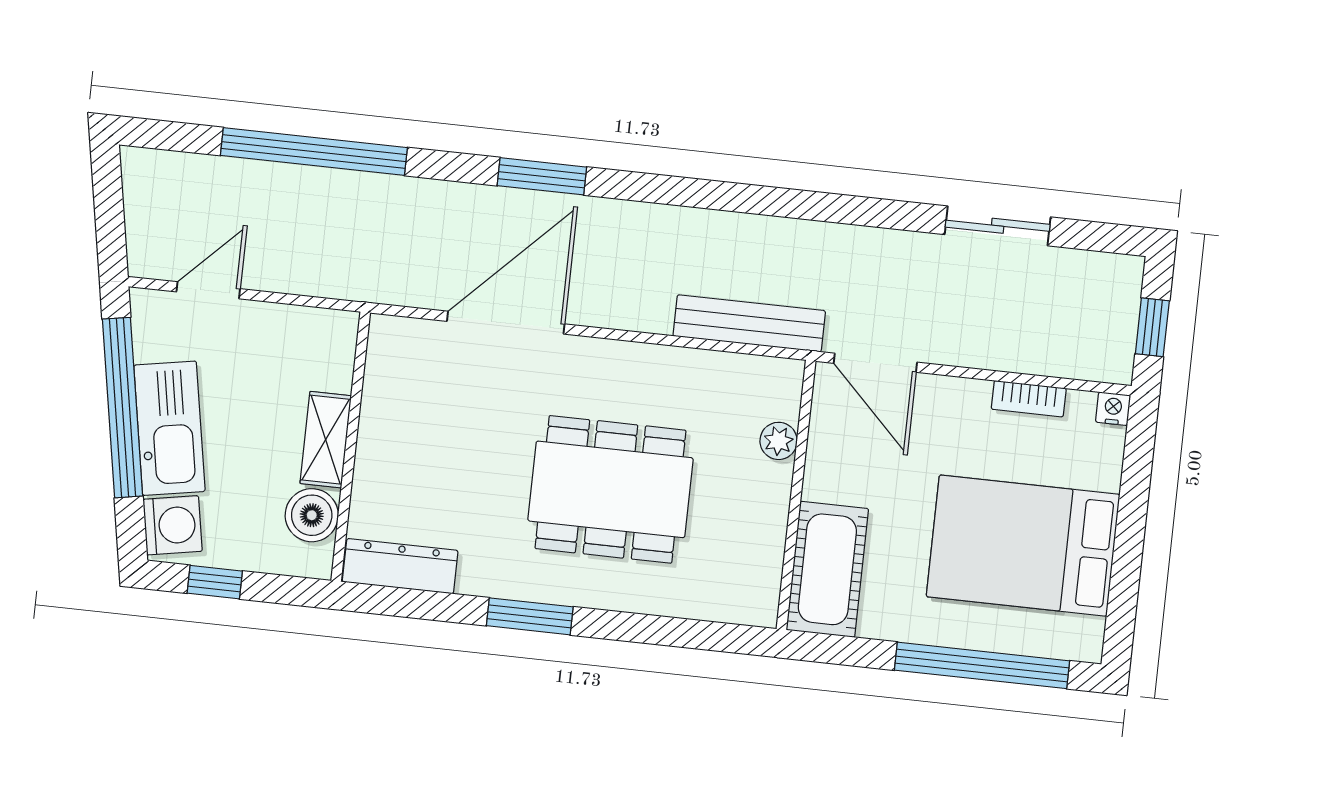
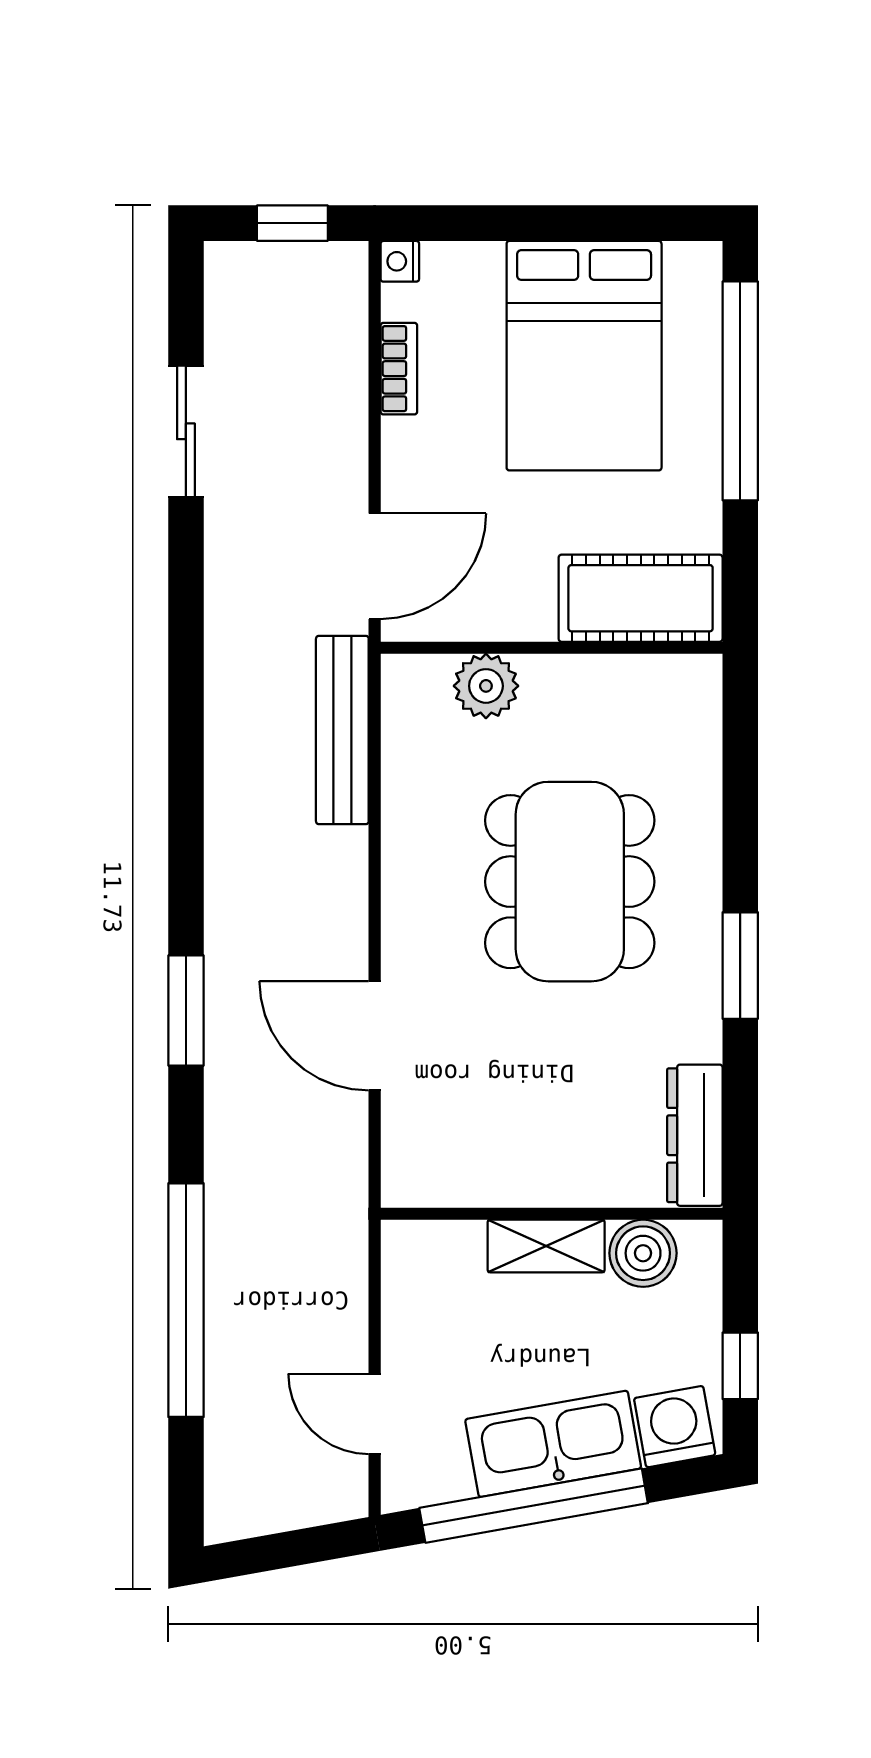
door: (506, 323) -> (375, 1036), width x0.73
plant: (779, 441) -> (486, 686), width x1.38, depth x1.38

